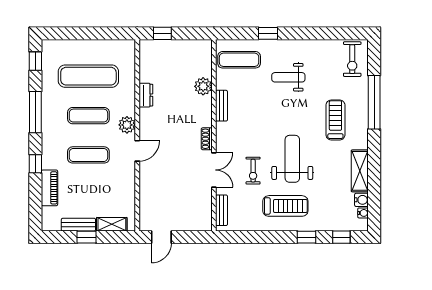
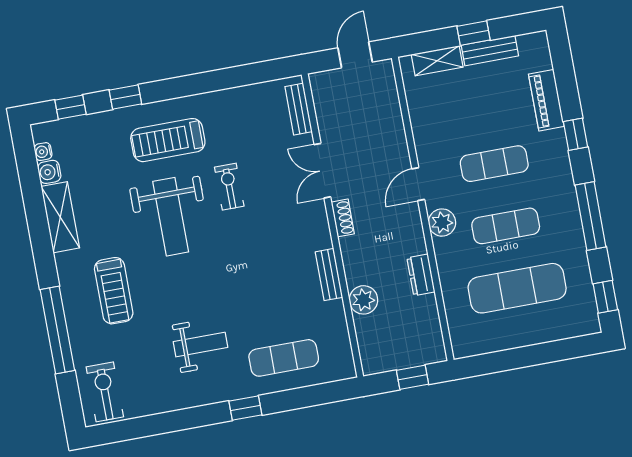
plant: (203, 86) -> (364, 300), moved
bench: (222, 106) -> (329, 275), moved
wall: (214, 135) -> (332, 226), moved
shoe rack: (207, 139) -> (343, 218), moved
double door: (214, 170) -> (322, 171), moved
bench: (221, 210) -> (299, 109), moved

